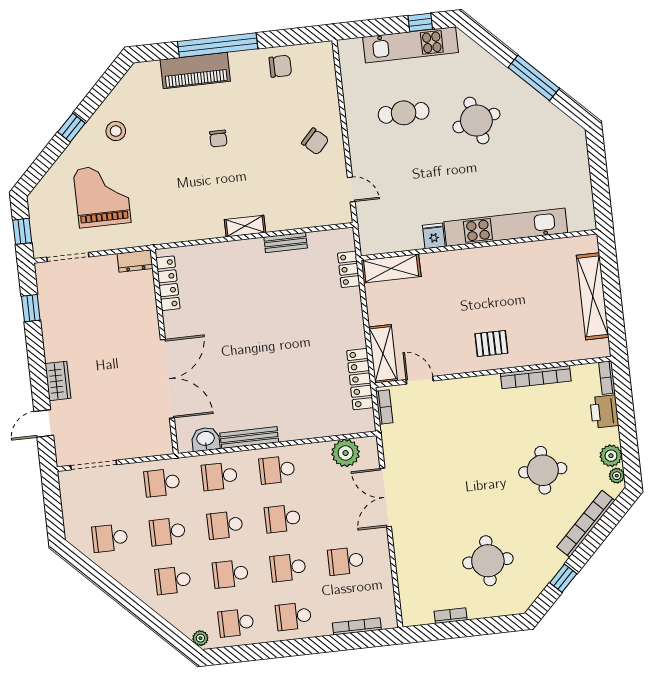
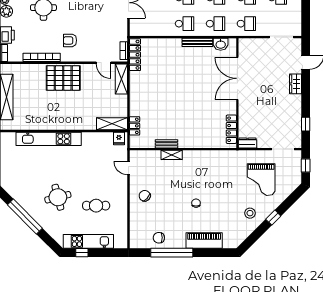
window: (218, 45) -> (172, 253), moved
window: (534, 78) -> (25, 216), width x1.46
shelving: (245, 226) -> (172, 155), moved
fridge: (434, 236) -> (119, 139), moved
pallet: (491, 343) -> (63, 78), width x2.05, depth x2.00
locker: (360, 379) -> (135, 55), moved
armchair: (487, 415) -> (70, 40), added
plant: (346, 453) -> (147, 29), removed

